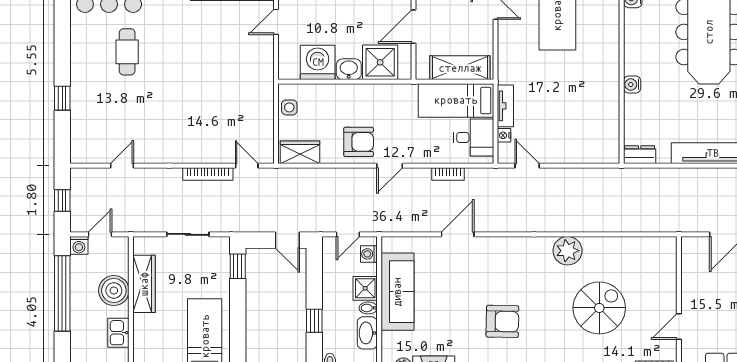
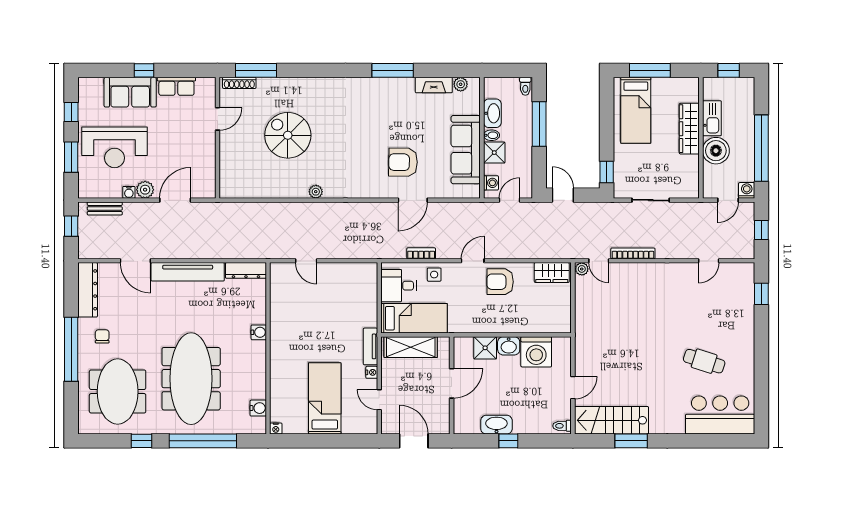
cafe table: (127, 52) -> (704, 361), turned -72
shower: (380, 62) -> (485, 348), width x0.73, depth x0.73
window: (62, 98) -> (761, 294), moved
tv unit: (505, 106) -> (370, 346), moved
side table: (289, 107) -> (434, 275), moved
nightstand: (504, 135) -> (372, 372), moved
dresser: (640, 155) -> (246, 270), width x1.44
plant: (266, 156) -> (582, 269), added
door: (527, 166) -> (306, 261), moved
plant: (568, 251) -> (316, 192), width x0.53, depth x0.53
wardrobe: (144, 284) -> (689, 129), moved
spiral stairs: (599, 308) -> (288, 135), turned 90
window: (314, 321) -> (539, 124), width x2.17
armchair: (502, 321) -> (403, 162), moved
kitchen sink: (118, 333) -> (712, 118), width x1.38

